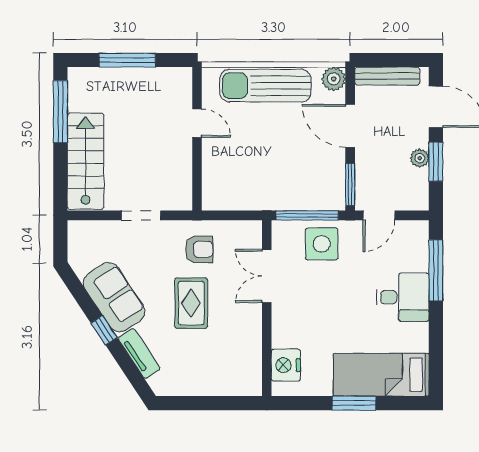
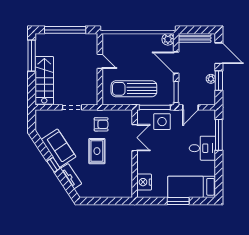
window: (127, 60) -> (65, 30), width x1.46
sun lounger: (265, 86) -> (134, 89), moved
double door: (267, 276) -> (135, 138), swing flipped

